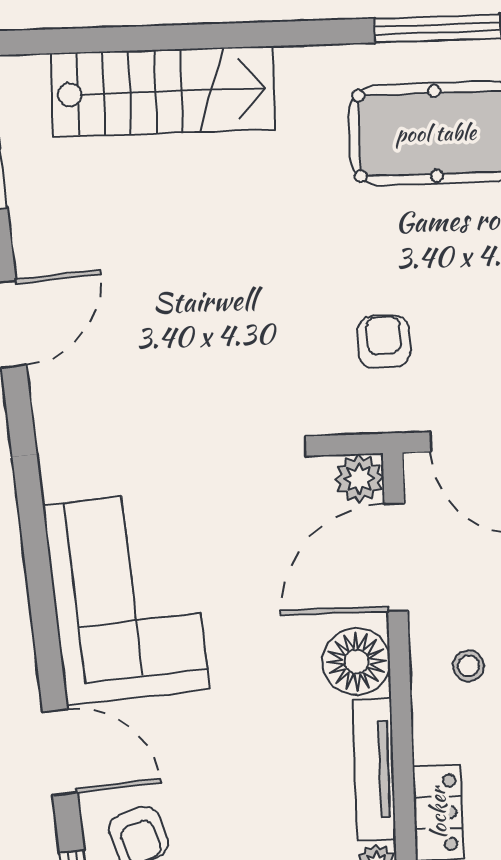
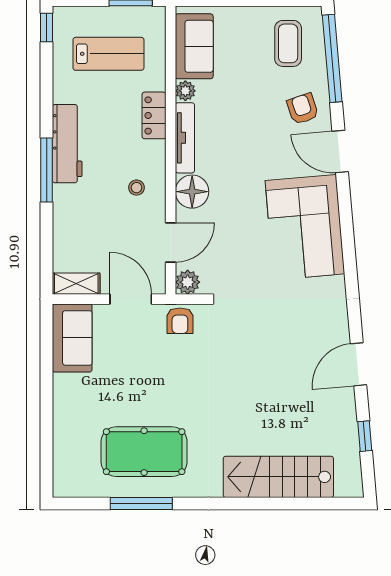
armchair: (384, 341) -> (180, 321), moved
door: (396, 557) -> (171, 242), width x0.73

